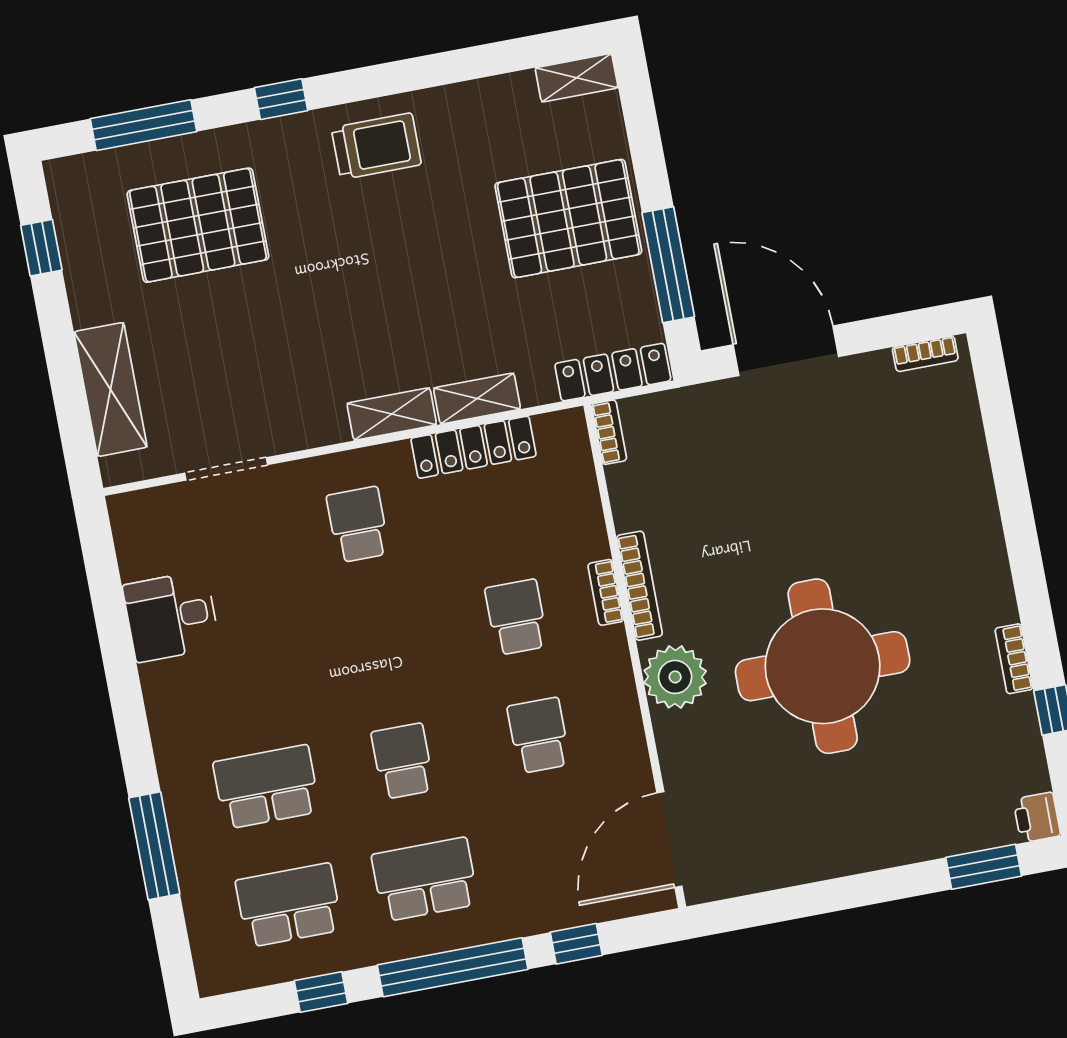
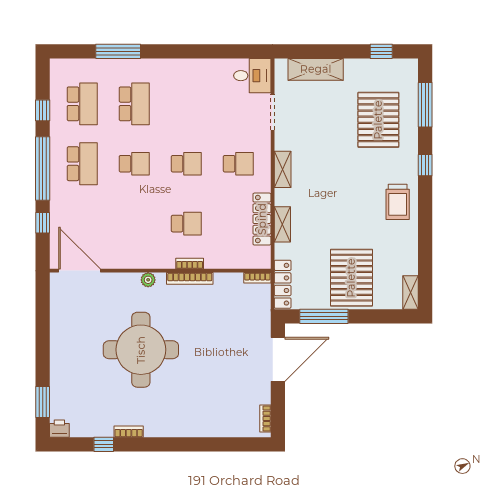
shelving: (392, 414) -> (283, 169), moved
desk: (171, 616) -> (252, 76), moved, turned 90
plant: (675, 677) -> (148, 280), width x0.53, depth x0.53
school desk: (539, 735) -> (186, 164), moved

